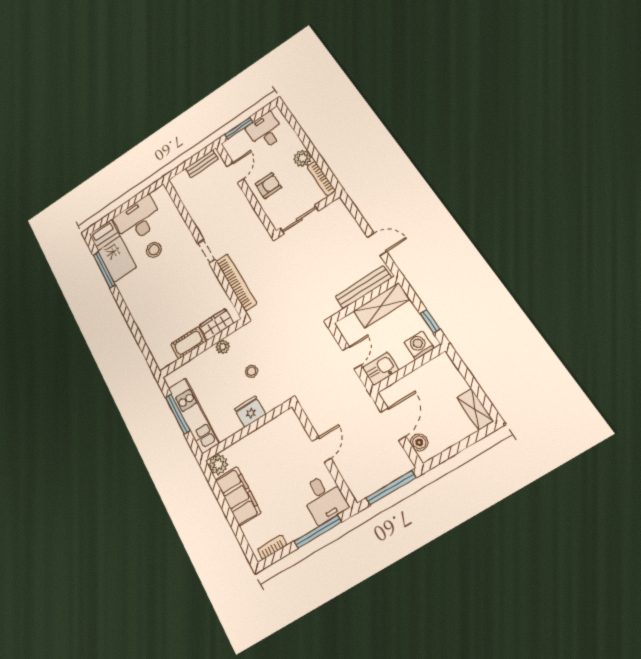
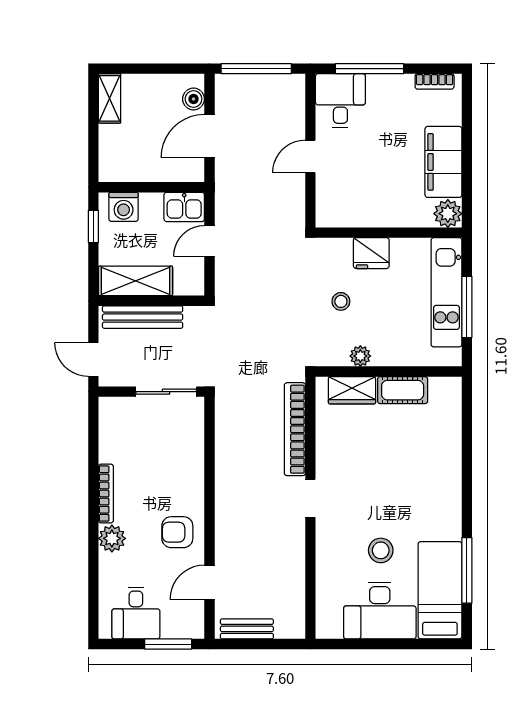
wall: (308, 214) -> (151, 392), moved
sliding door: (299, 220) -> (166, 392), moved

